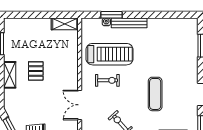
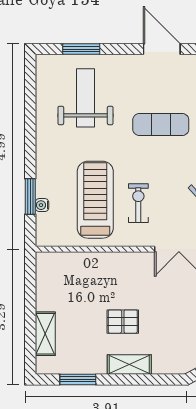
bench: (129, 23) -> (44, 168), removed
shelving: (65, 24) -> (45, 334), moved
weight bench: (171, 48) -> (85, 98), added

